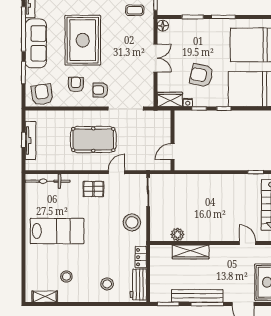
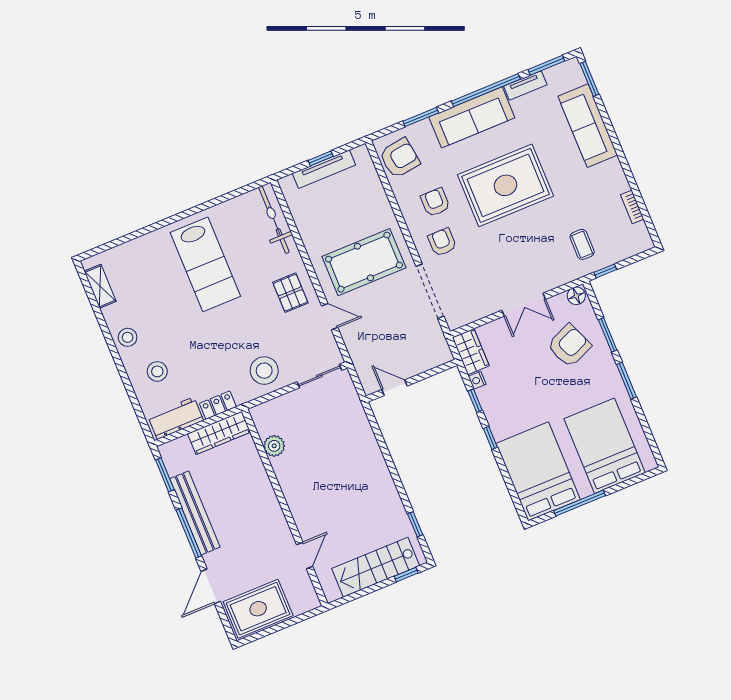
armchair: (201, 75) -> (569, 346), moved, turned 55
armchair: (76, 84) -> (435, 202), turned -90
pool table: (93, 140) -> (364, 262), turned 90
wardrobe: (191, 252) -> (219, 433), moved, turned -90
stool: (66, 276) -> (128, 337), moved

